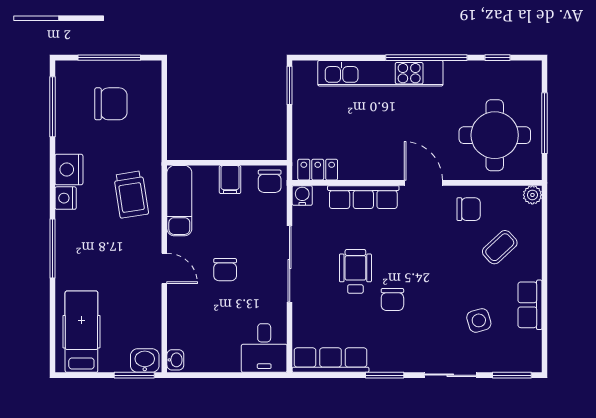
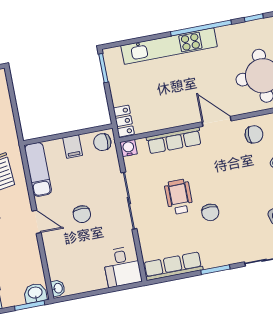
locker: (318, 170) -> (124, 121), moved, turned 90
chair: (270, 181) -> (102, 142), turned 90

